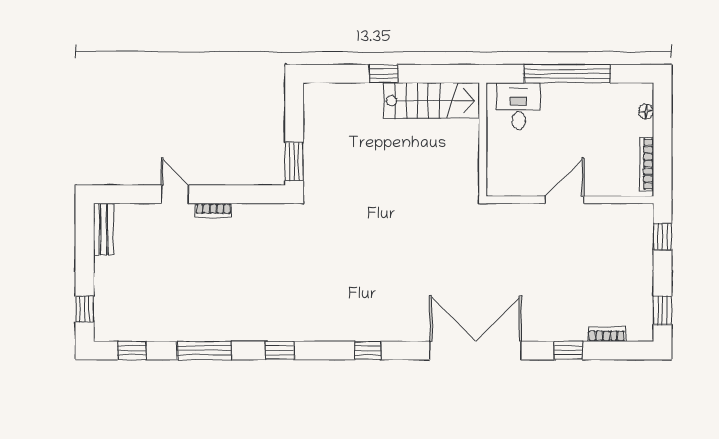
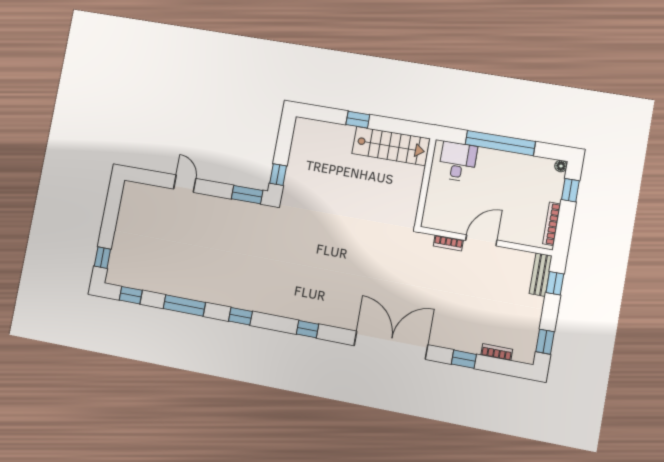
floor lamp: (646, 112) -> (561, 166), moved
window: (662, 118) -> (570, 190), added
window: (294, 162) -> (278, 175), width x0.67
window: (259, 194) -> (247, 195), added
bookcase: (213, 210) -> (448, 243), moved
bench: (103, 229) -> (541, 275), moved

